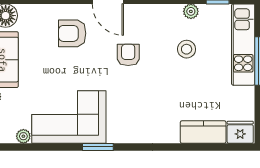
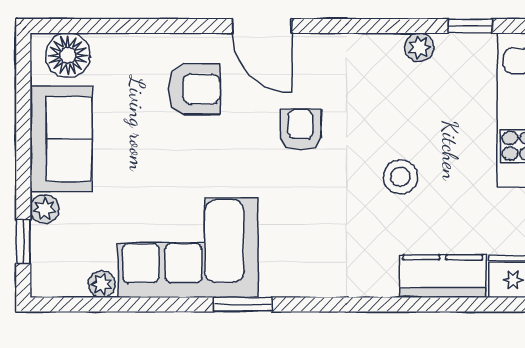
armchair: (72, 33) -> (194, 89), turned 180
stool: (187, 49) -> (400, 177), moved

